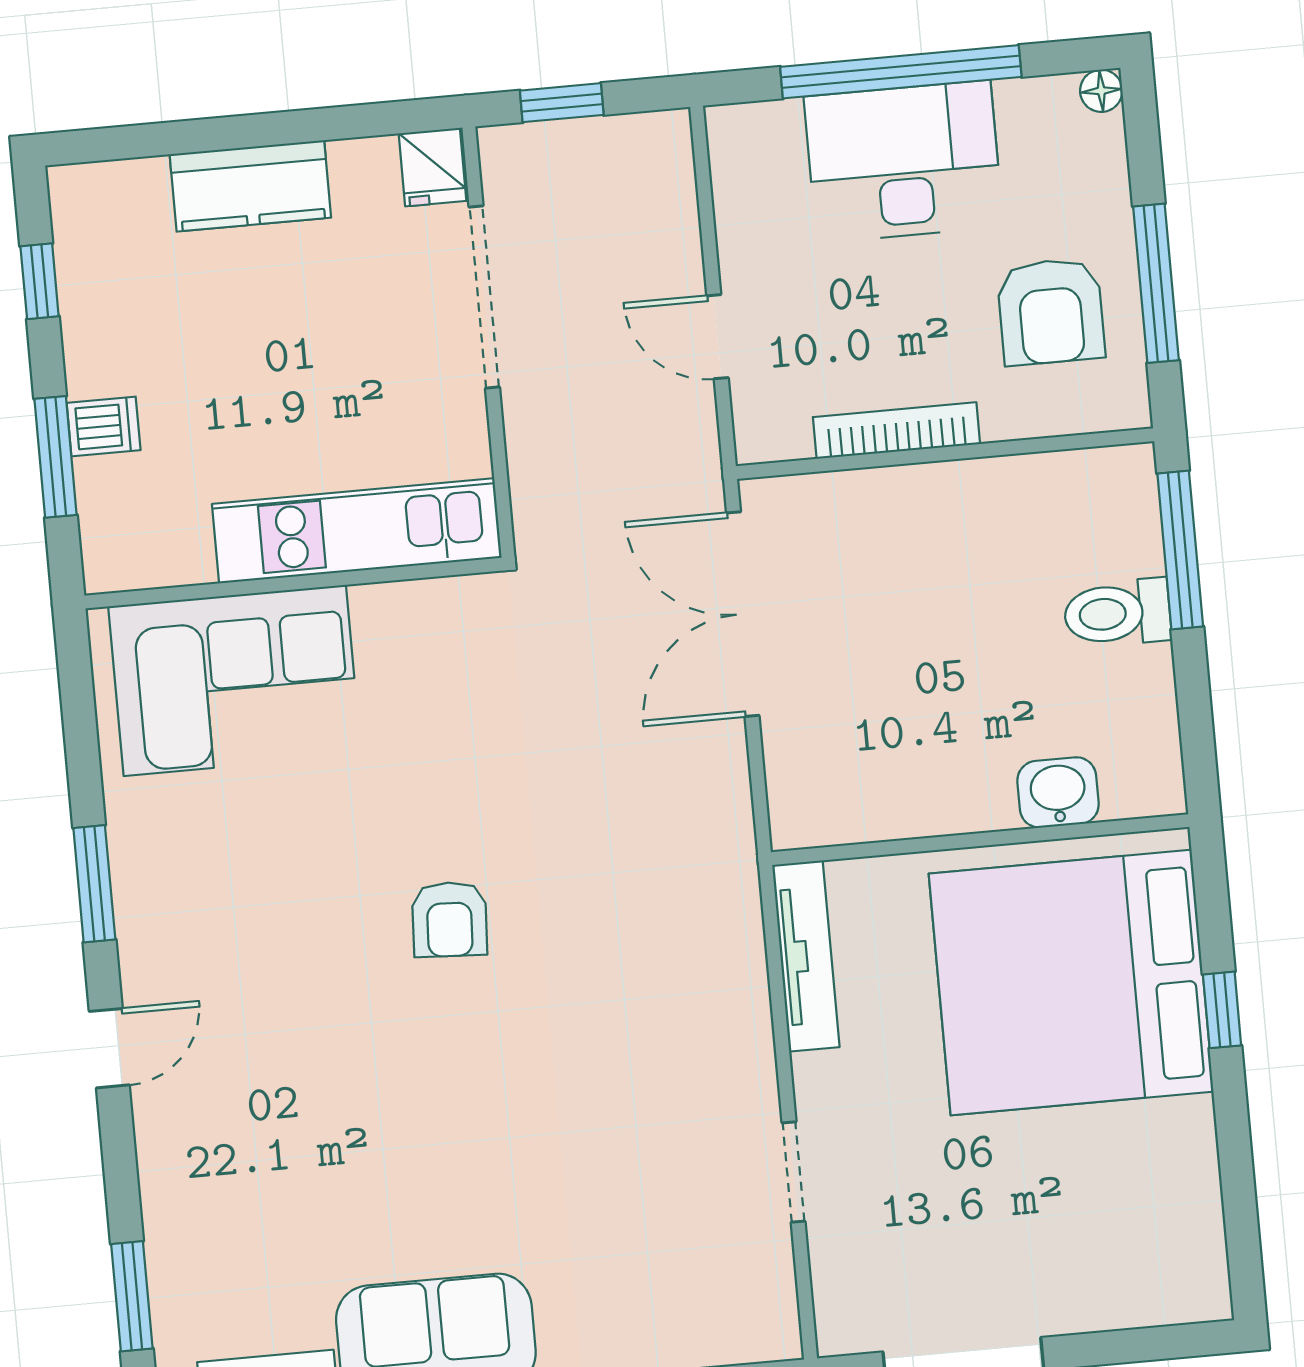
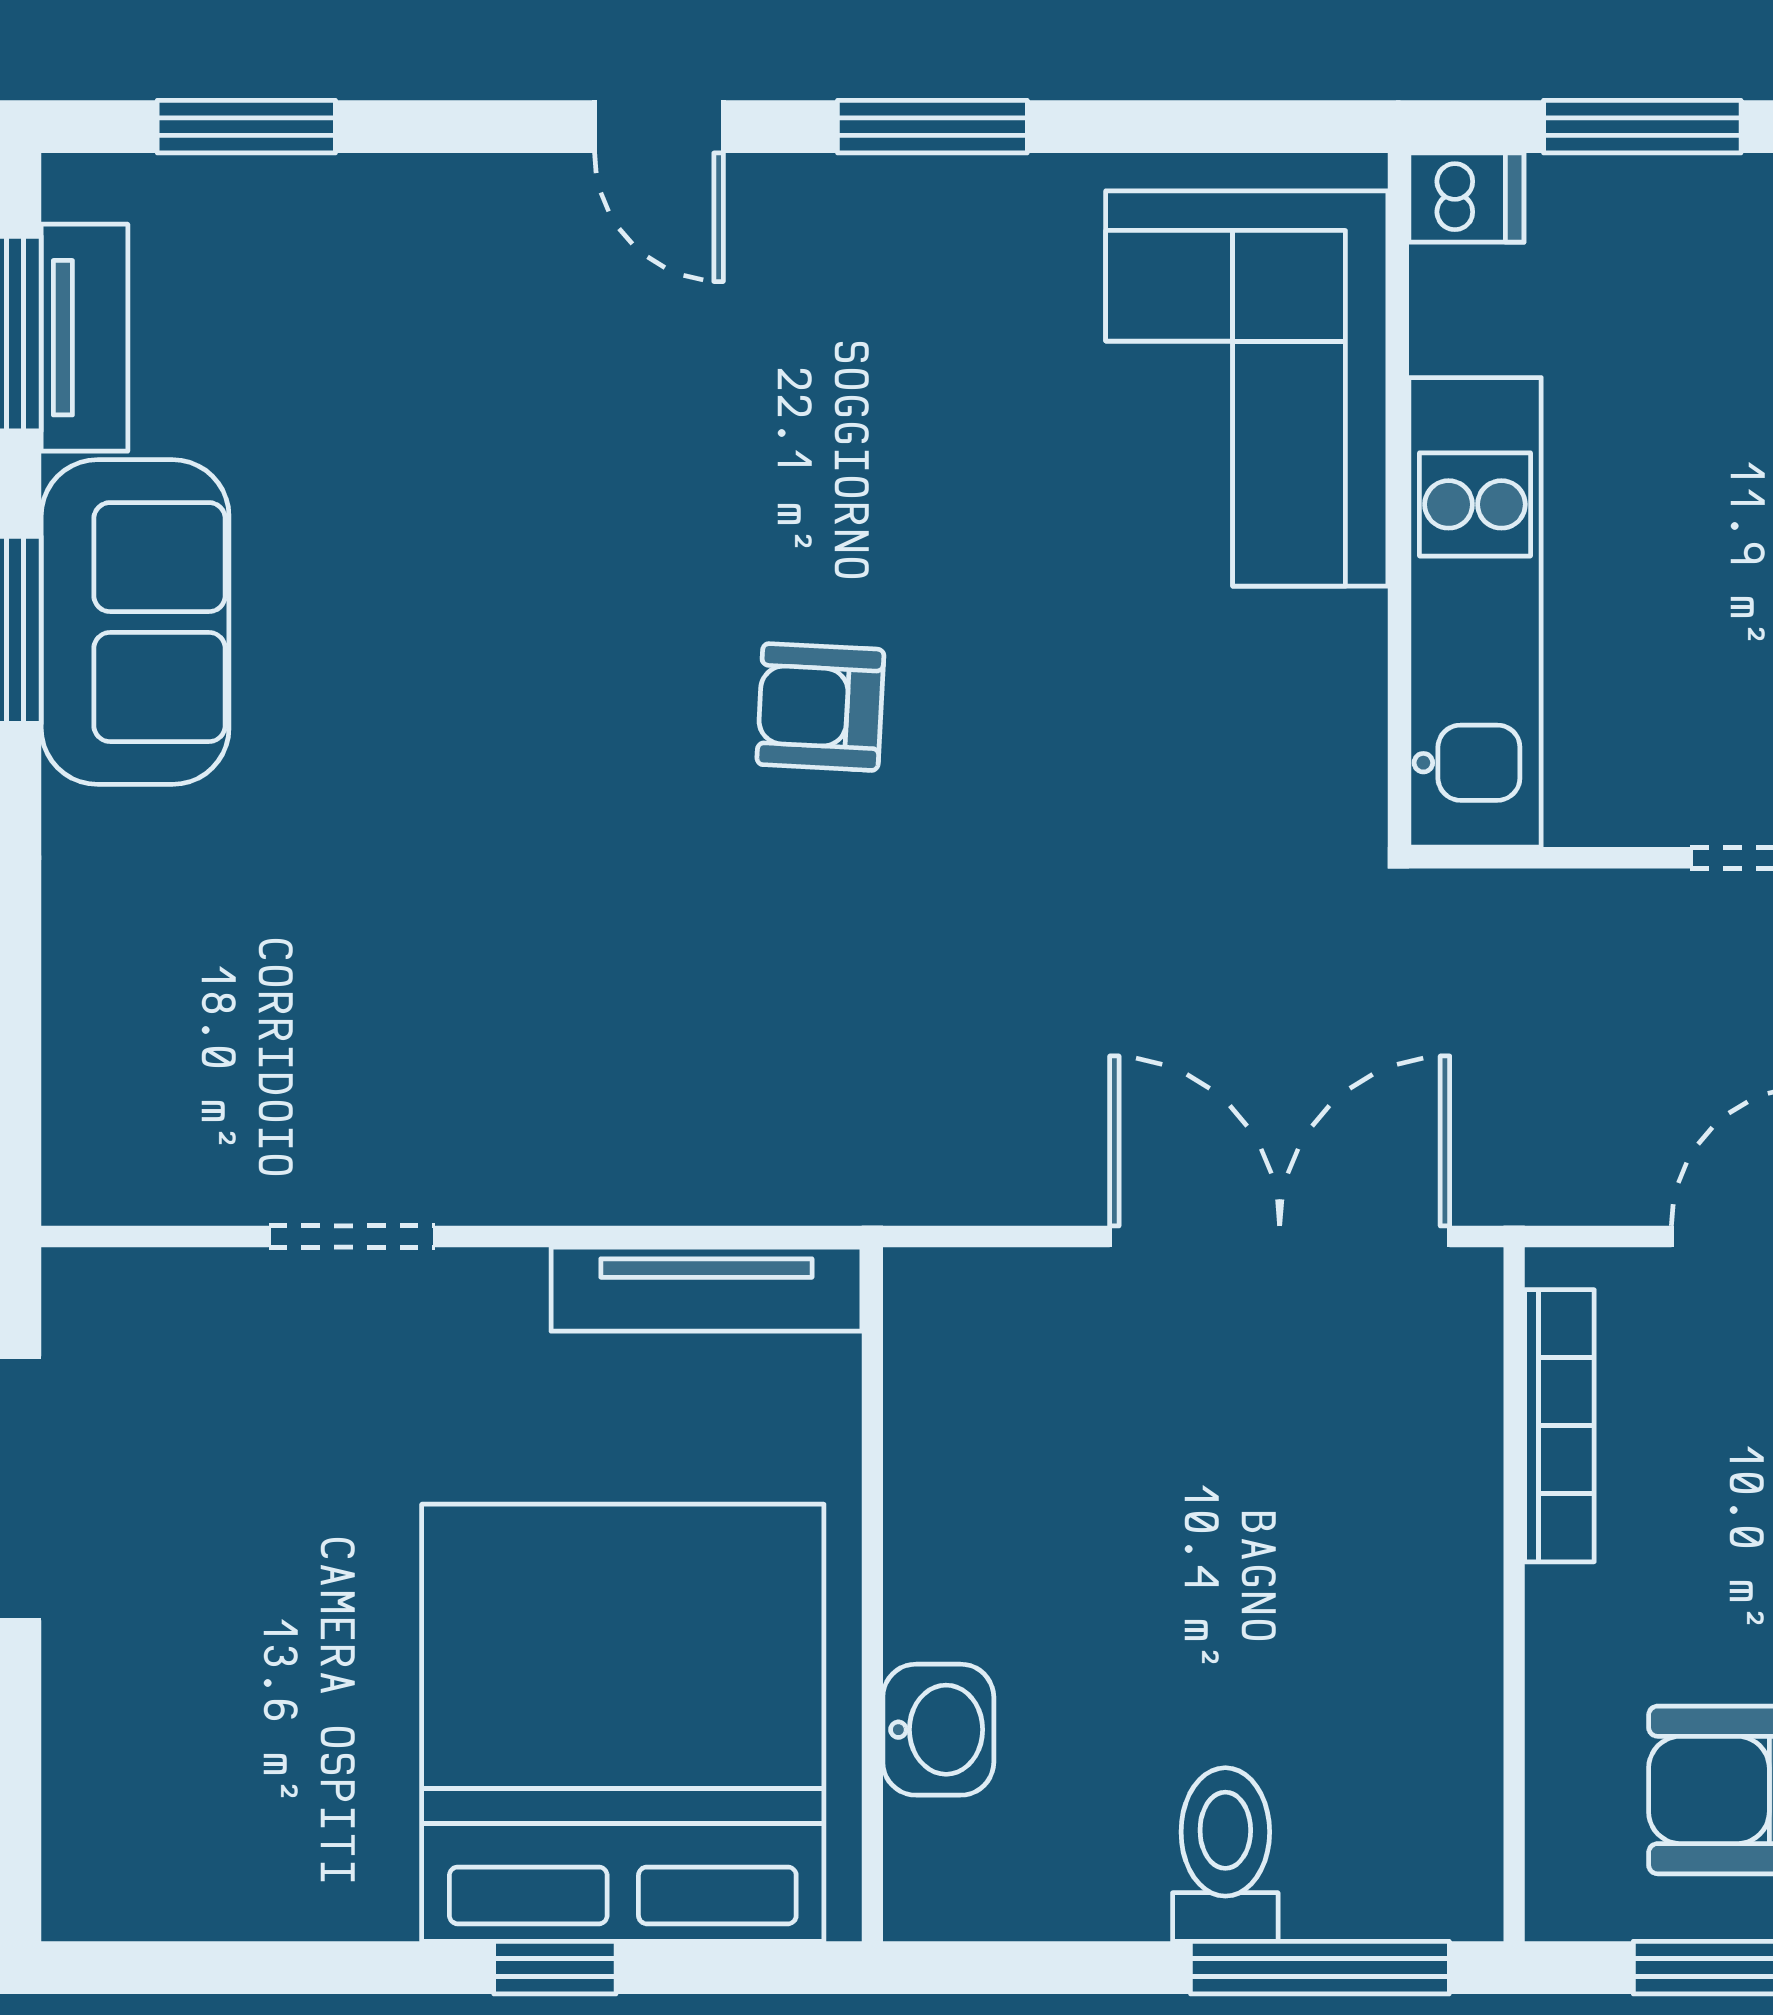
dishwasher: (104, 426) -> (1466, 198), moved, turned -90
bookcase: (897, 431) -> (1559, 1426), moved

